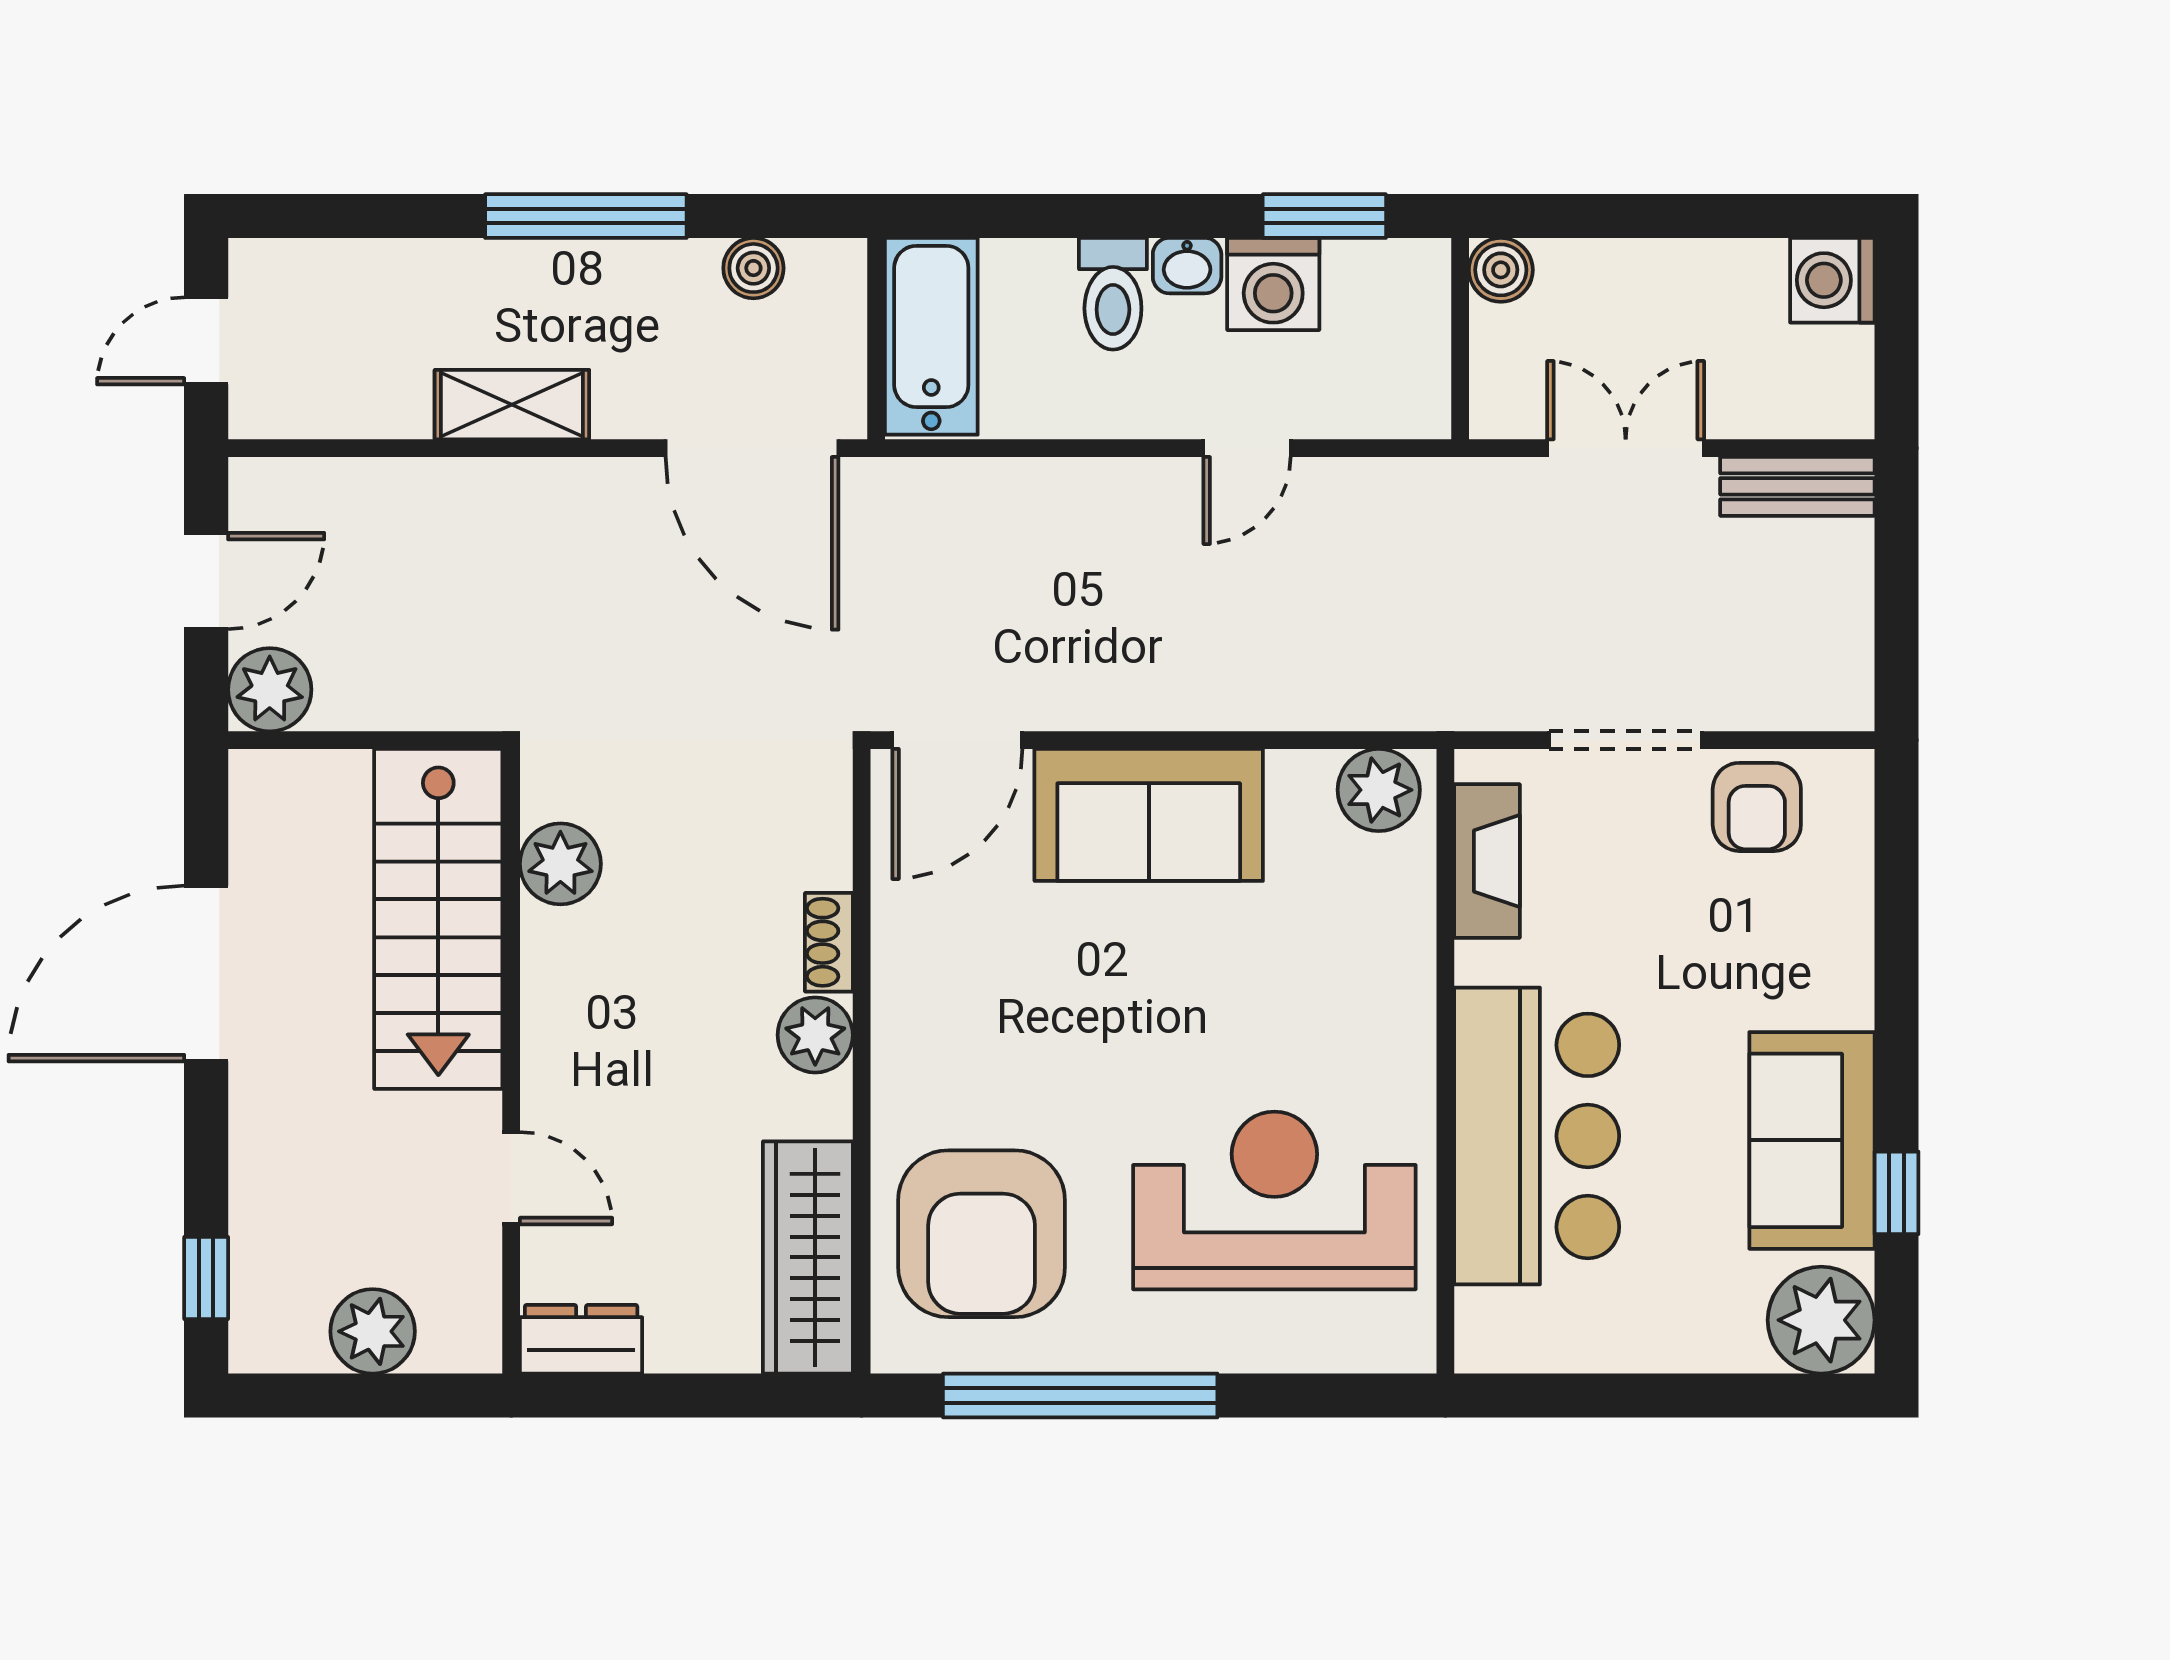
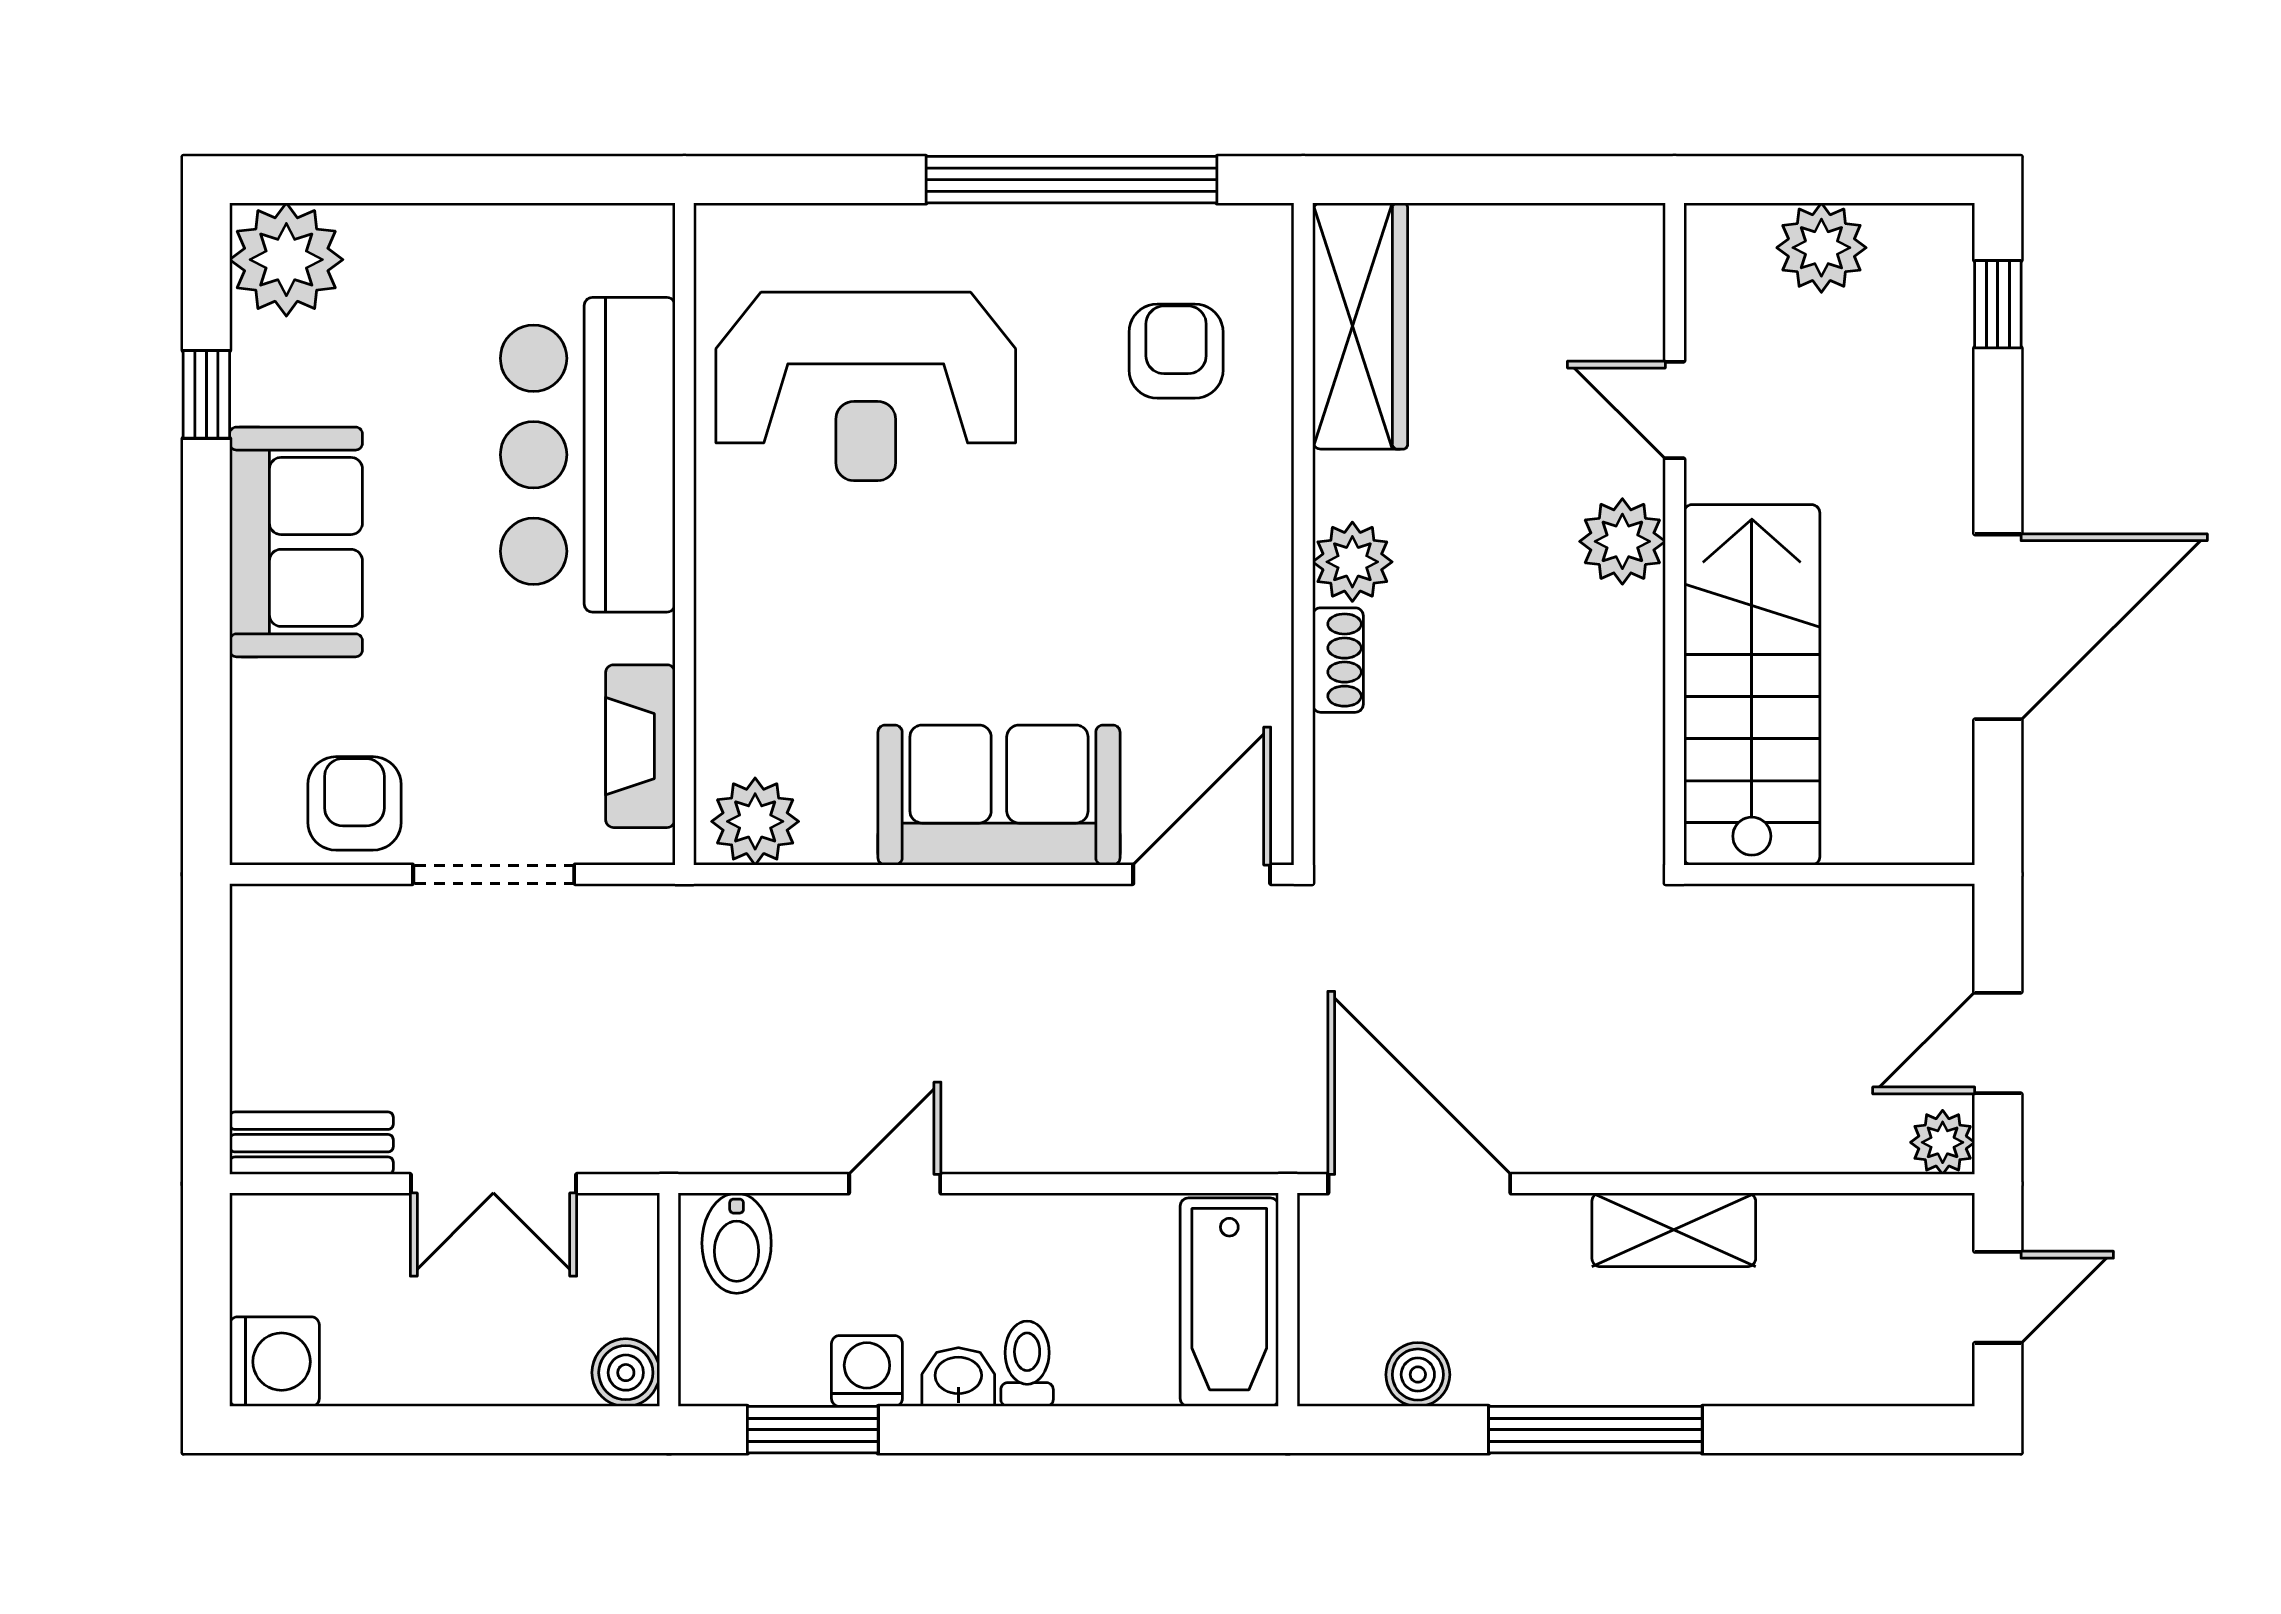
washing machine: (1273, 284) -> (867, 1371), width x0.73, depth x0.73
toilet: (1113, 294) -> (1027, 1364), width x0.73, depth x0.72
bidet: (1396, 392) -> (737, 1243), added
plant: (270, 690) -> (1943, 1142), moved, width x0.73, depth x0.73
plant: (560, 864) -> (1622, 541), moved
sofa: (1812, 1140) -> (296, 542), moved
armchair: (982, 1234) -> (1176, 351), width x0.53, depth x0.53
dresser: (581, 1339) -> (1600, 239), removed

